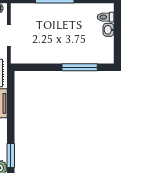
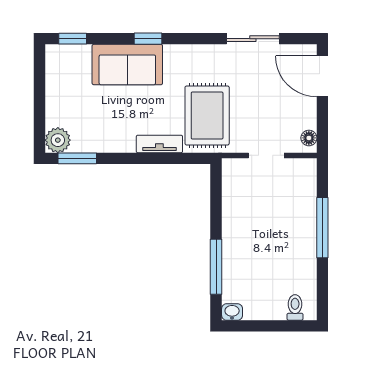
washbasin: (108, 30) -> (232, 312), moved

